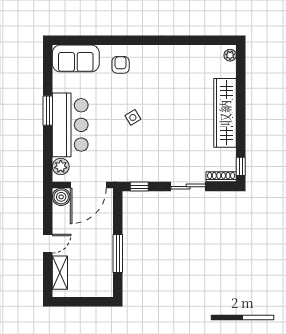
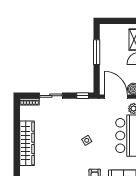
window: (241, 166) -> (17, 109), removed
door: (88, 185) -> (116, 97), hinge flipped

